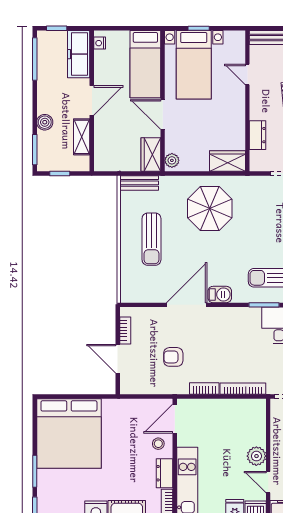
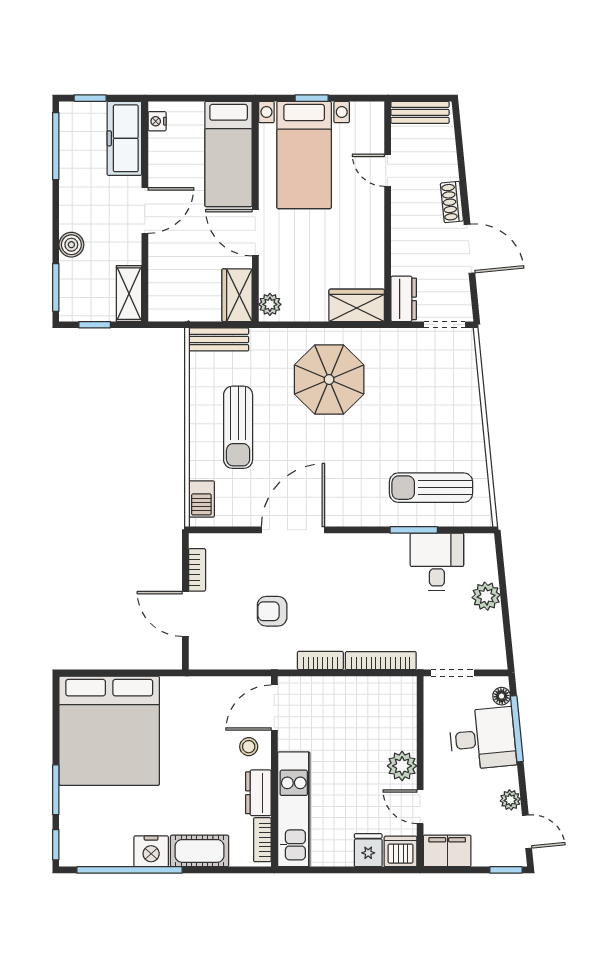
dresser: (258, 135) -> (404, 299), moved
shelving: (82, 137) -> (129, 294), moved
barbecue: (220, 295) -> (201, 499), moved, turned 90

